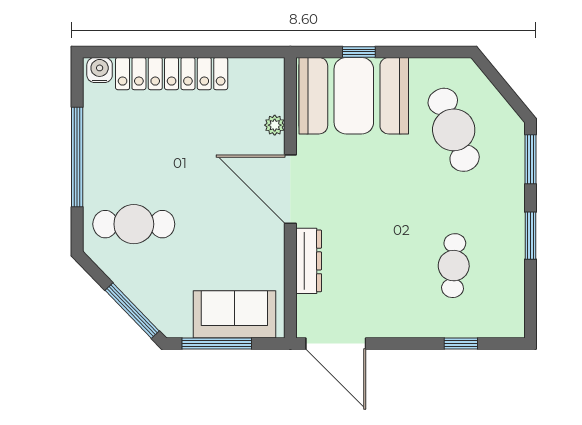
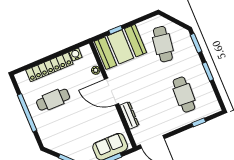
water cooler: (100, 70) -> (76, 55), moved
cafe table: (454, 130) -> (163, 44), turned 30
cafe table: (134, 224) -> (53, 100), moved
cafe table: (454, 266) -> (184, 95), width x1.37, depth x1.35

